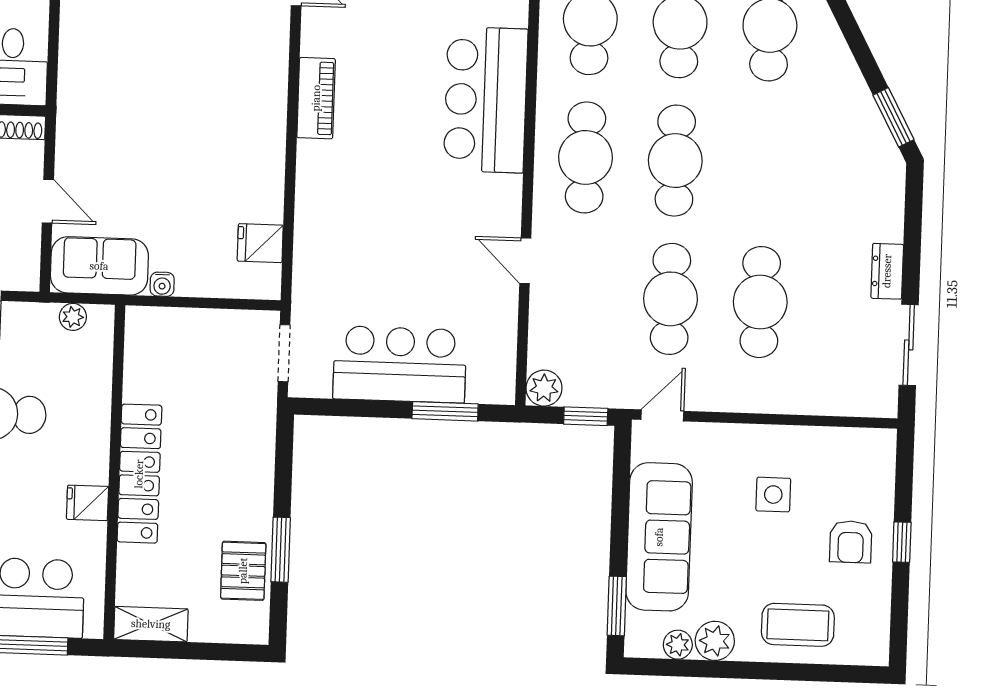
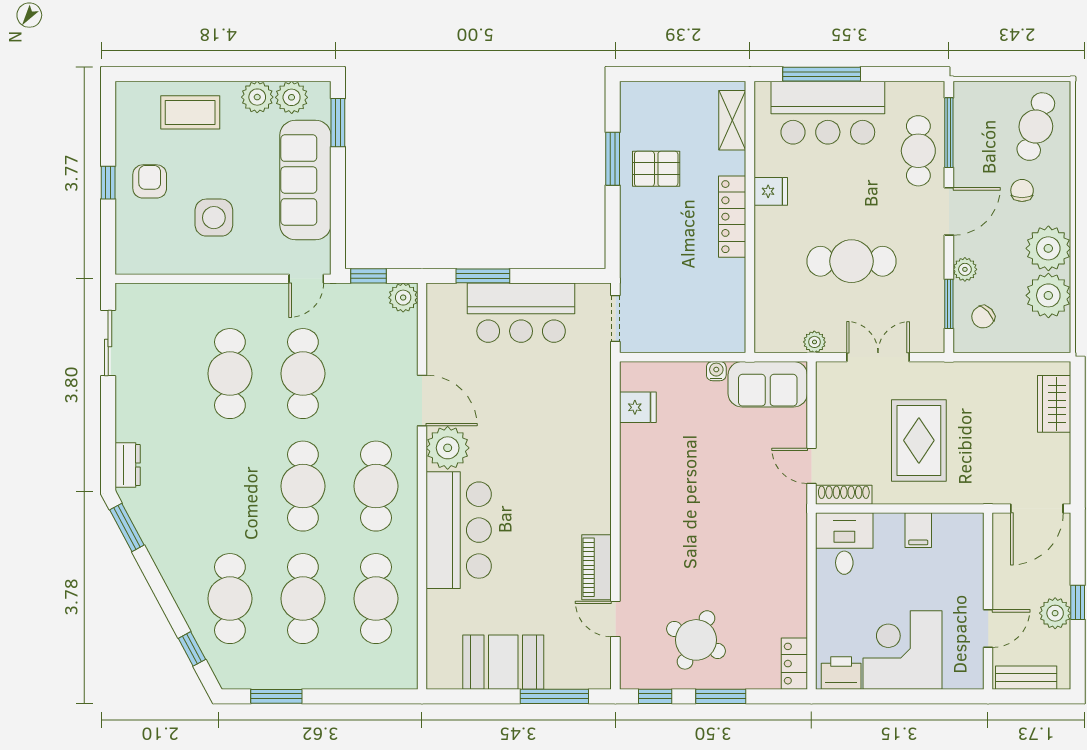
piano: (316, 98) -> (597, 567), moved
door: (48, 201) -> (811, 466), moved
plant: (496, 201) -> (448, 448), added
door: (525, 261) -> (422, 400), width x1.37
dresser: (887, 271) -> (128, 465), moved
plant: (73, 317) -> (814, 342), moved
locker: (139, 474) -> (732, 217), width x0.71, depth x0.83
side table: (773, 495) -> (214, 218), width x1.37, depth x1.37
pallet: (243, 571) -> (656, 169), moved, turned 90
shelving: (151, 624) -> (732, 120), moved, turned 90
plant: (678, 645) -> (292, 97), width x1.38, depth x1.38

